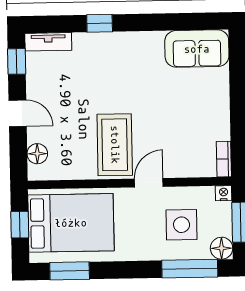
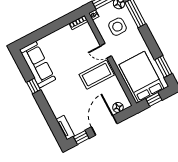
window: (100, 23) -> (33, 86), moved
sofa: (197, 49) -> (38, 64), width x1.36
door: (18, 113) -> (104, 125), width x1.87

